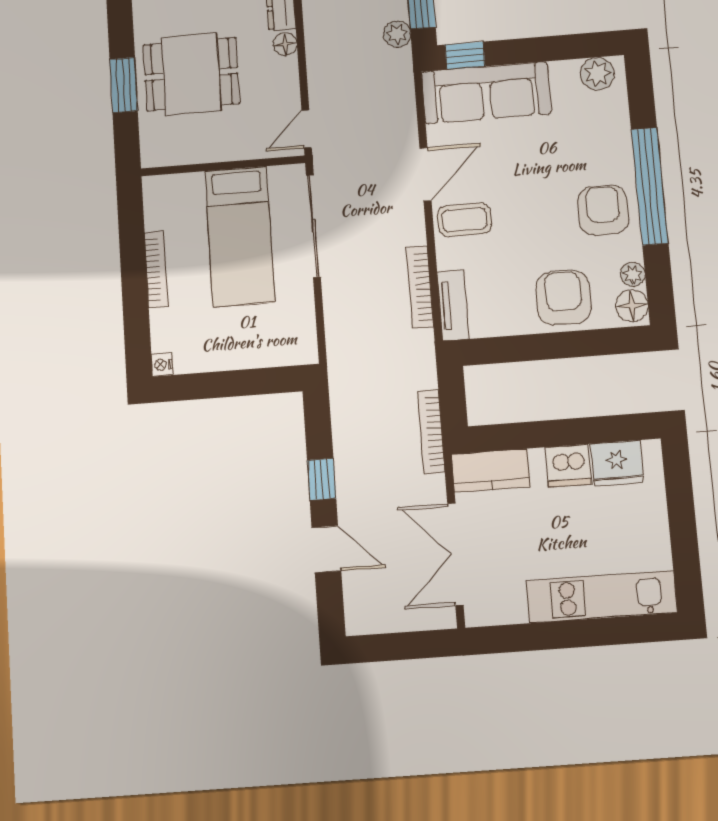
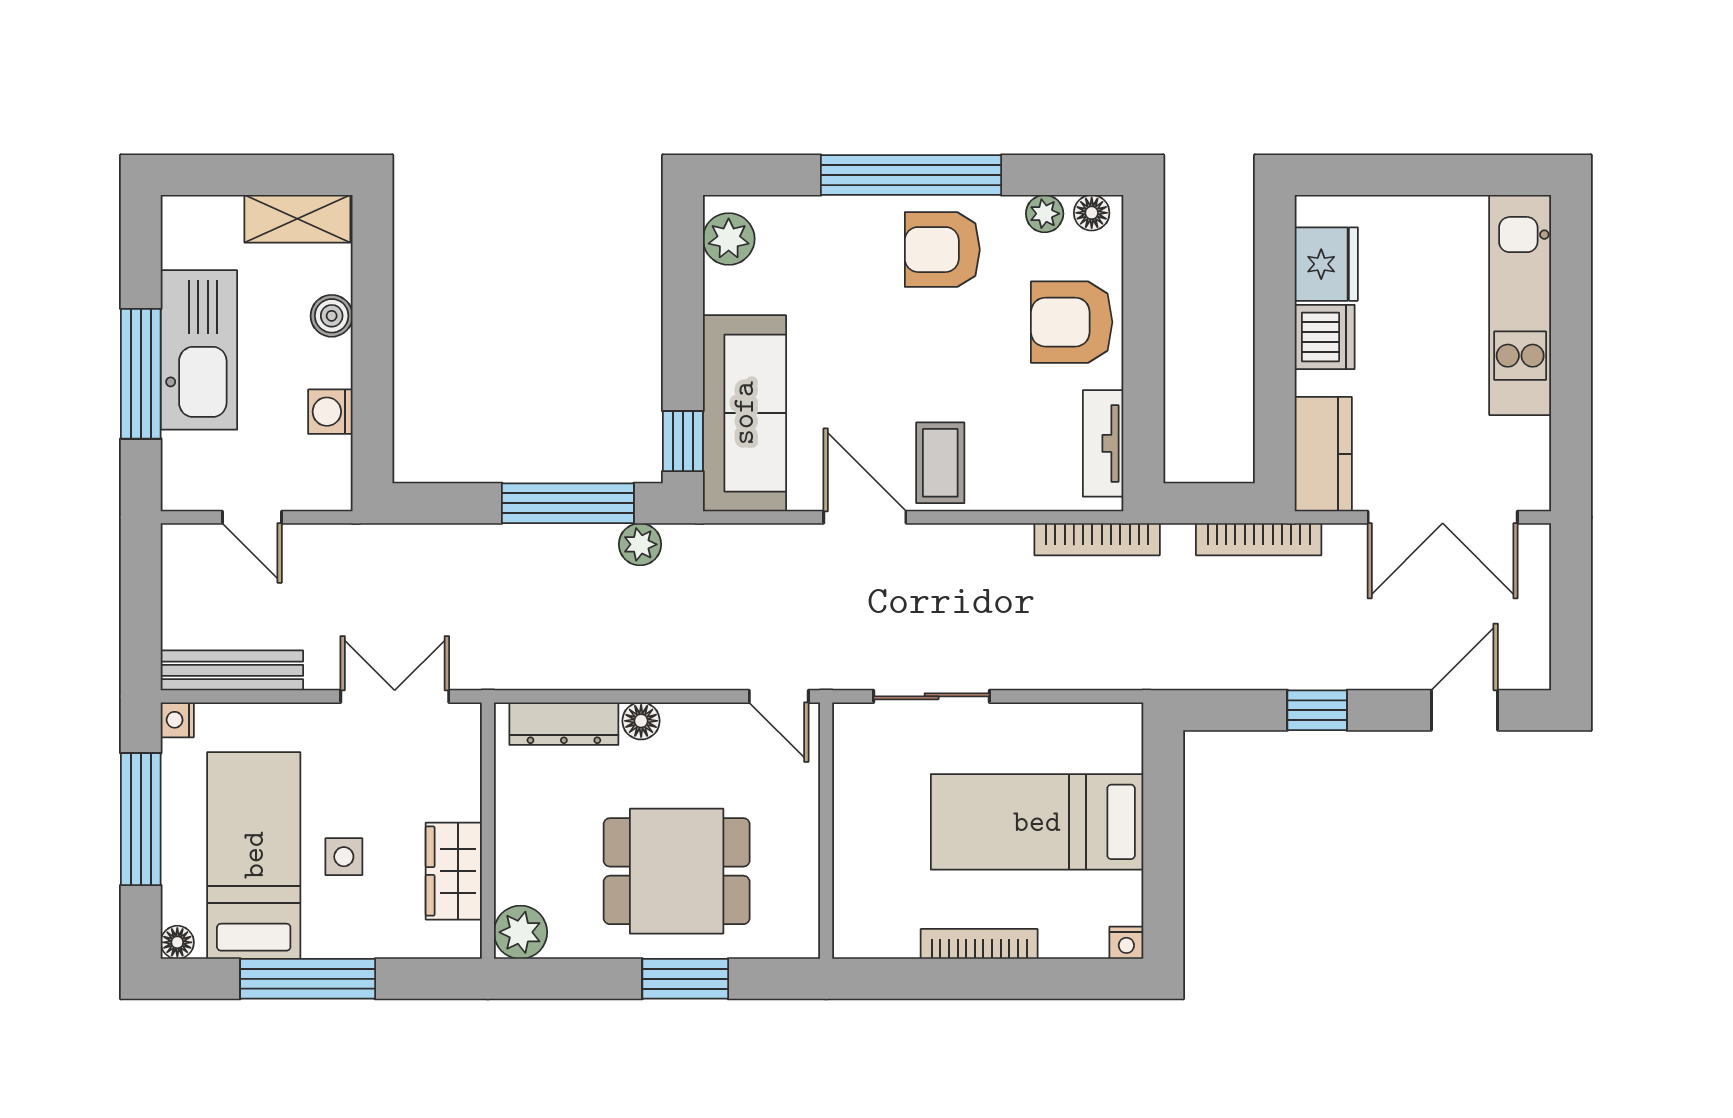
dining table: (191, 74) -> (677, 871), turned 90
sliding door: (313, 226) -> (932, 696), width x0.73
bed: (240, 236) -> (1037, 822), moved, turned 180
bookcase: (420, 287) -> (1097, 539), moved
tv unit: (453, 305) -> (1103, 443), moved, turned -90
floor lamp: (632, 306) -> (1092, 213), width x0.73, depth x0.73
door: (326, 549) -> (1464, 710), moved

